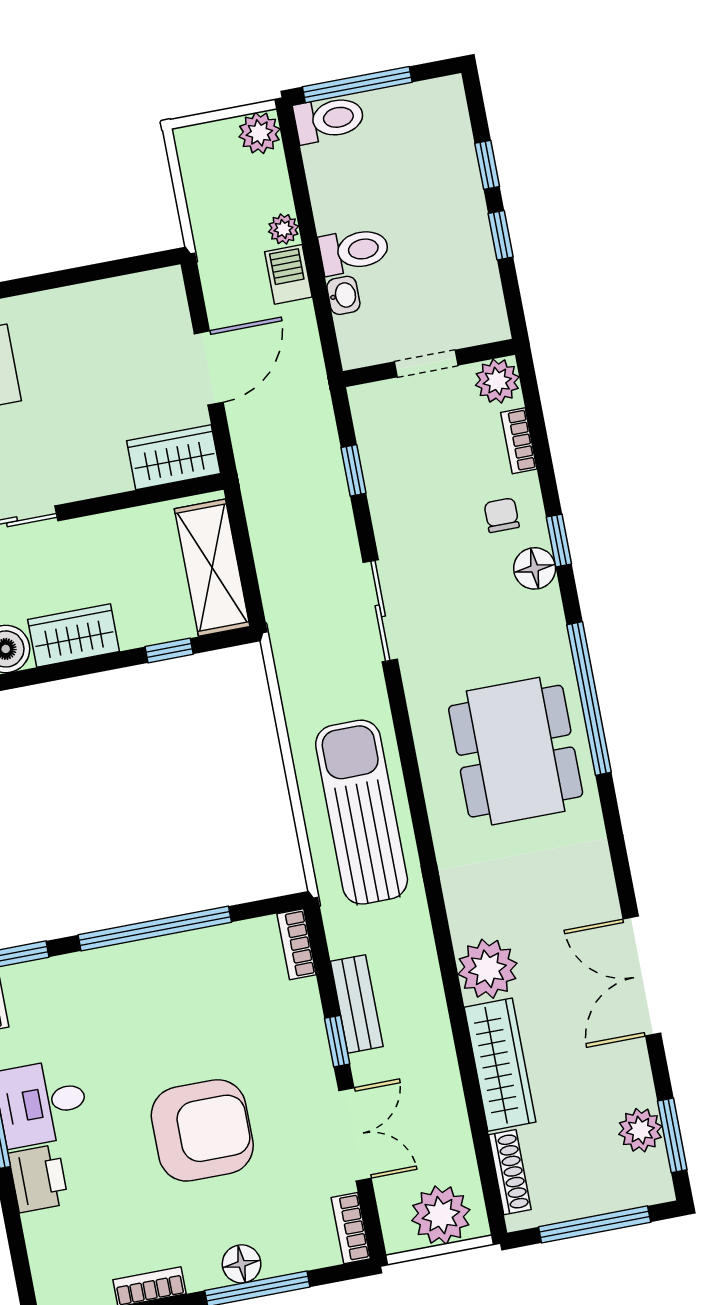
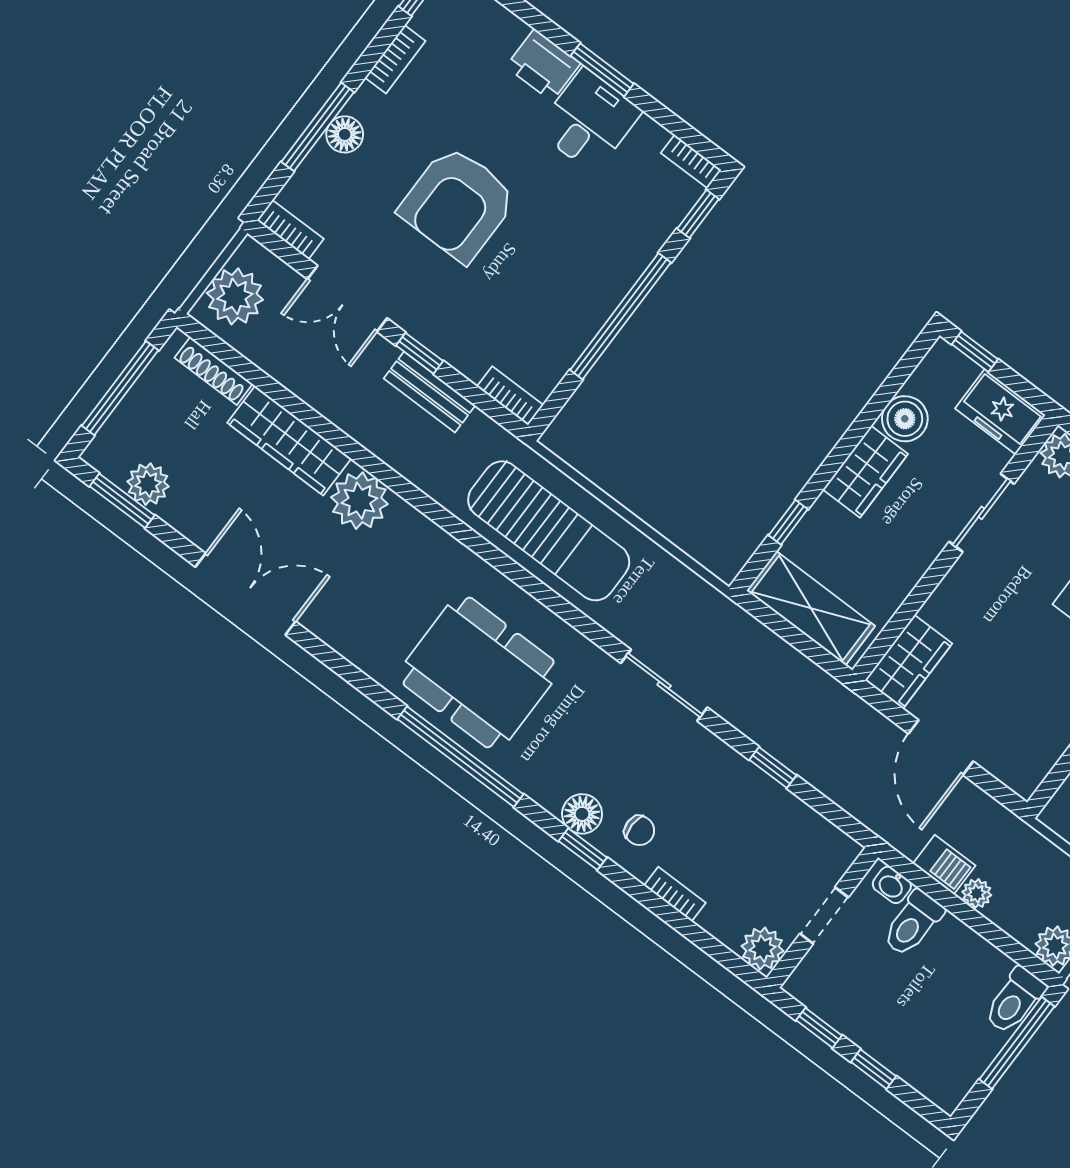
wall: (429, 363) -> (822, 918), moved
doorway: (426, 364) -> (824, 915), moved
plant: (497, 381) -> (763, 949), moved

